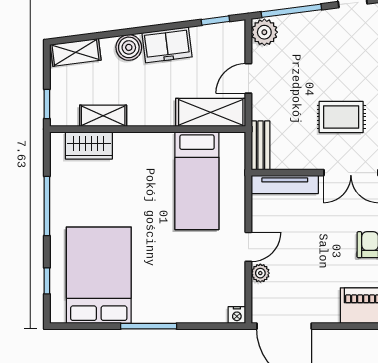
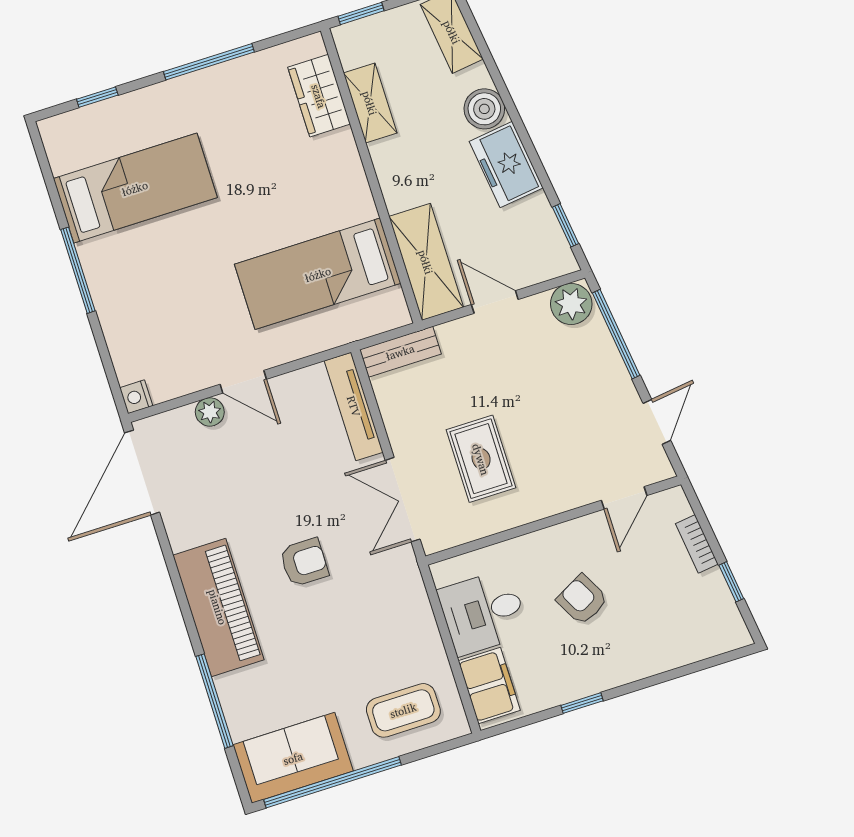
bed: (99, 275) -> (135, 188), width x0.67

